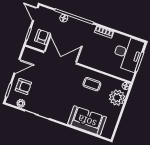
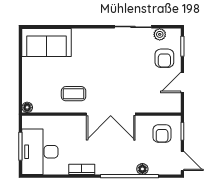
double door: (60, 58) -> (111, 114), moved
armchair: (23, 86) -> (164, 58), turned -90
plant: (117, 98) -> (33, 88), removed
sofa: (87, 121) -> (47, 43), moved

